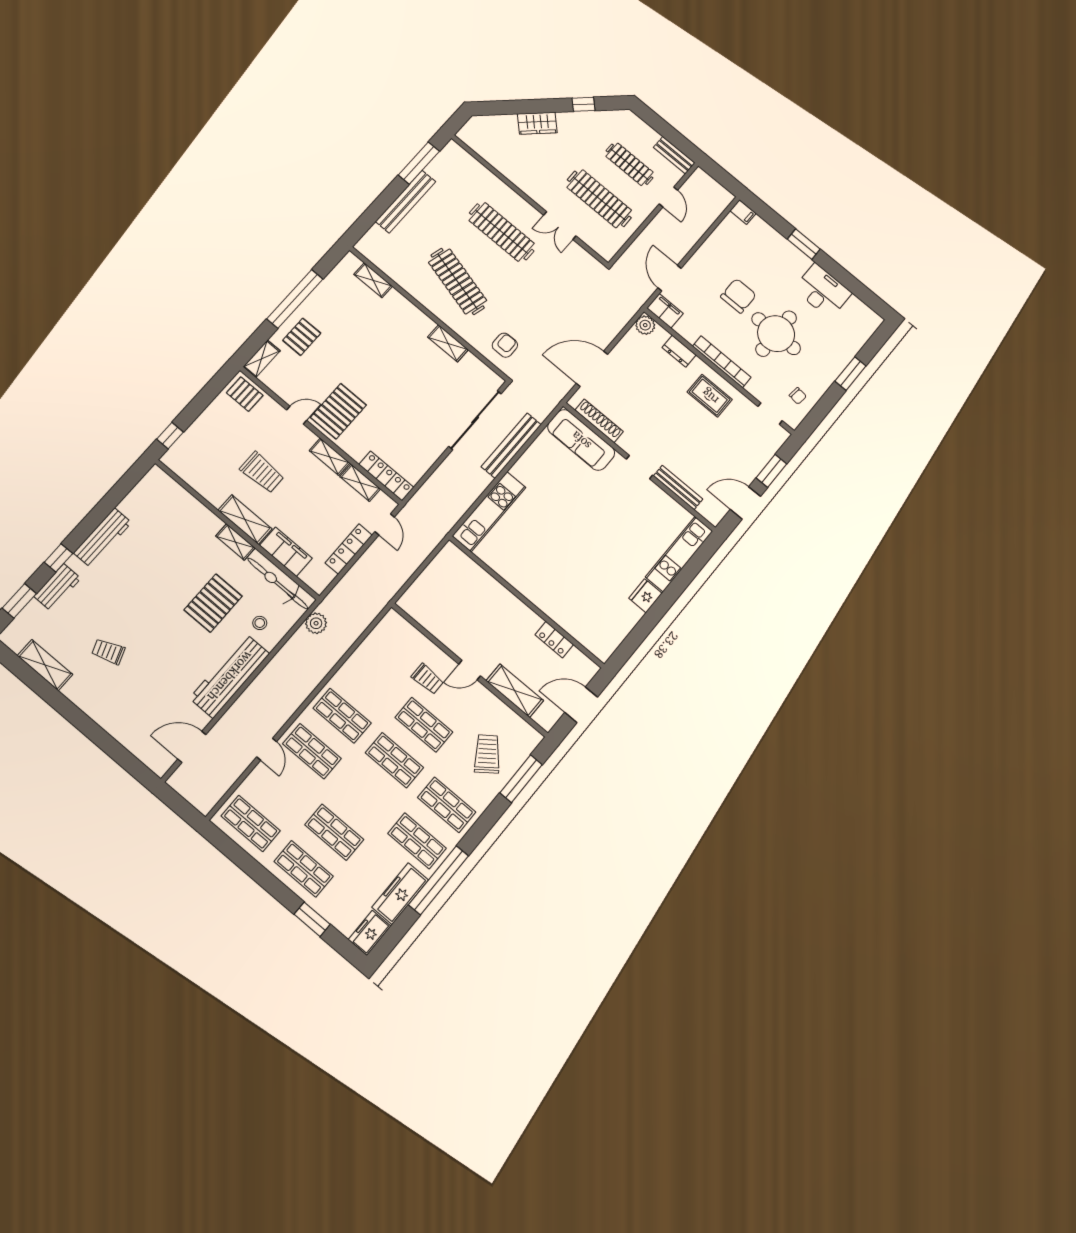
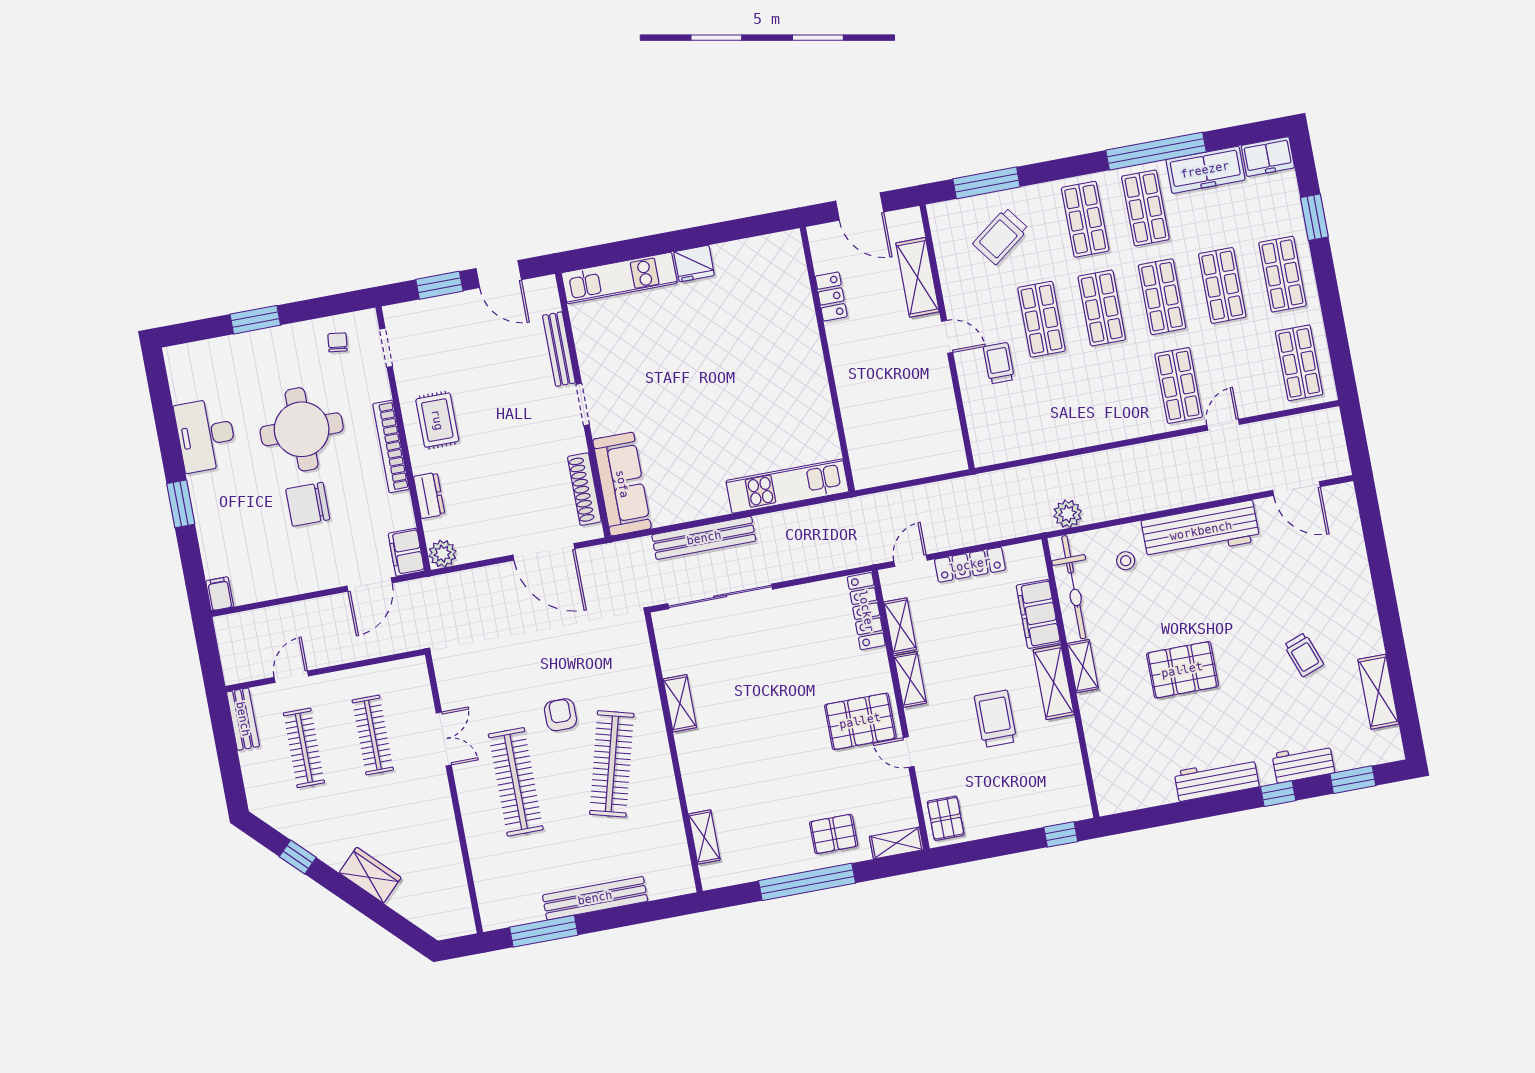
clothes rail: (599, 199) -> (373, 735), width x0.73, depth x0.76
armchair: (505, 345) -> (560, 715), moved, turned 90
pallet: (213, 603) -> (1182, 670), moved
shop shelf: (342, 716) -> (1162, 297), moved

